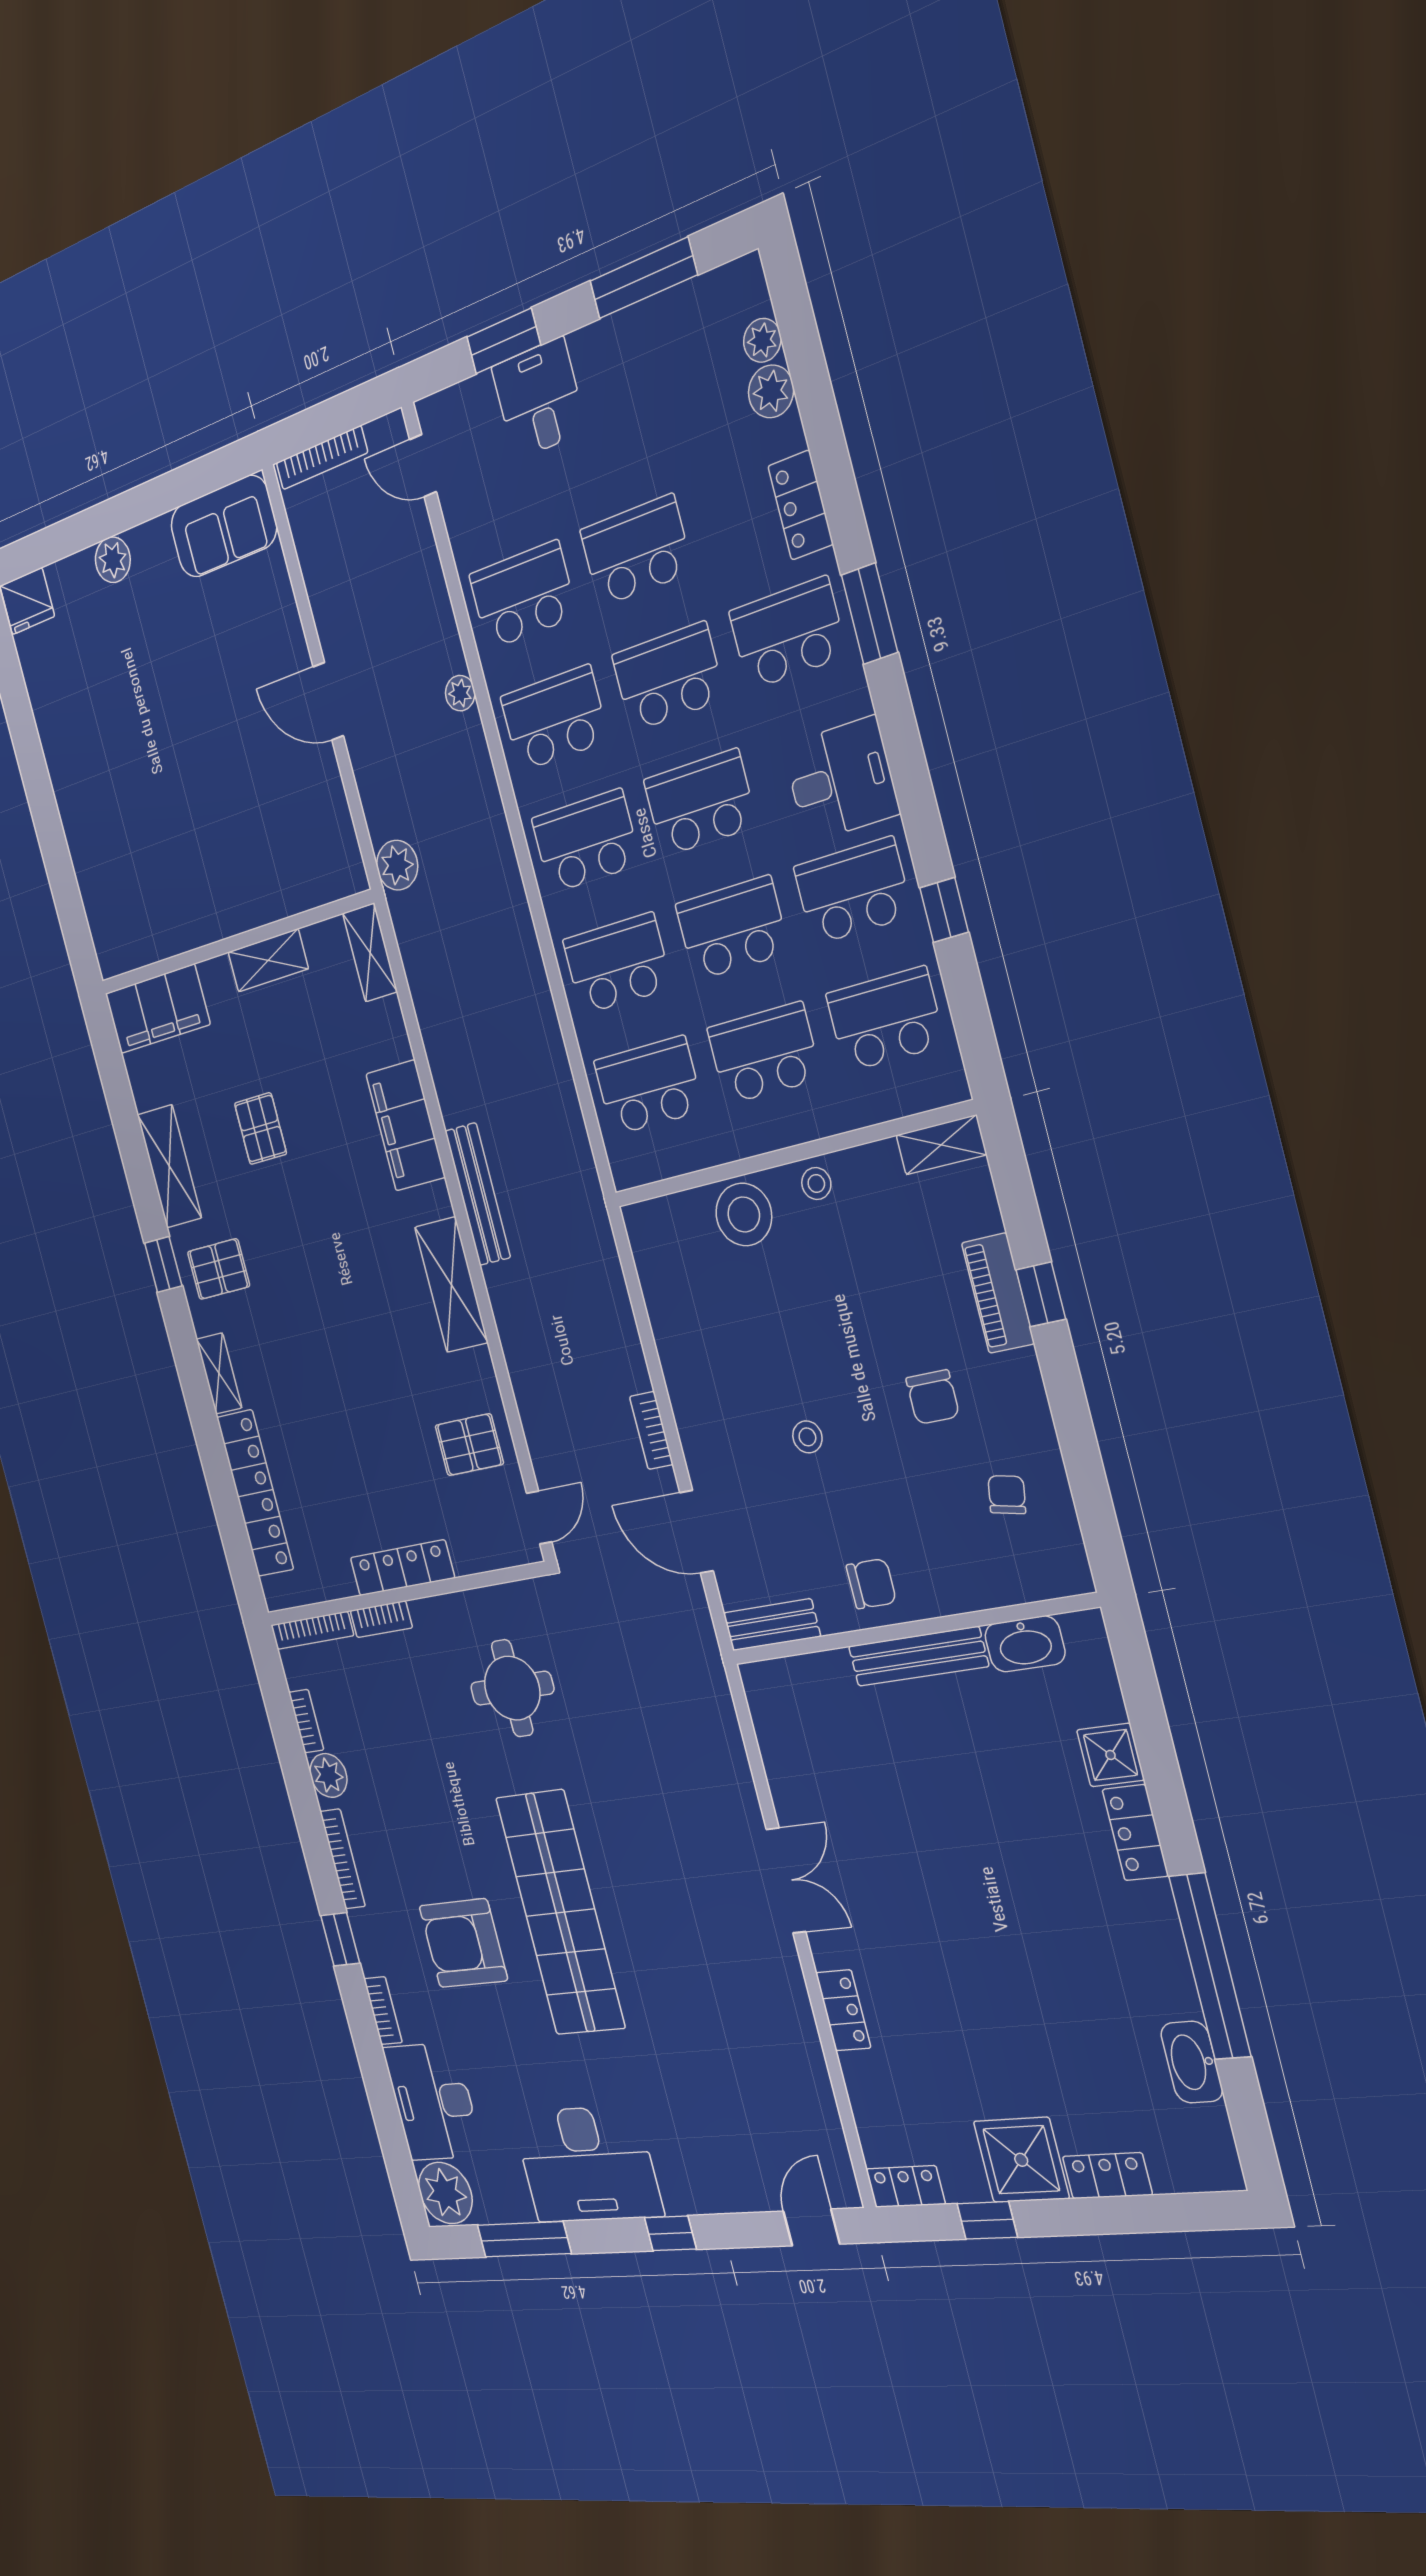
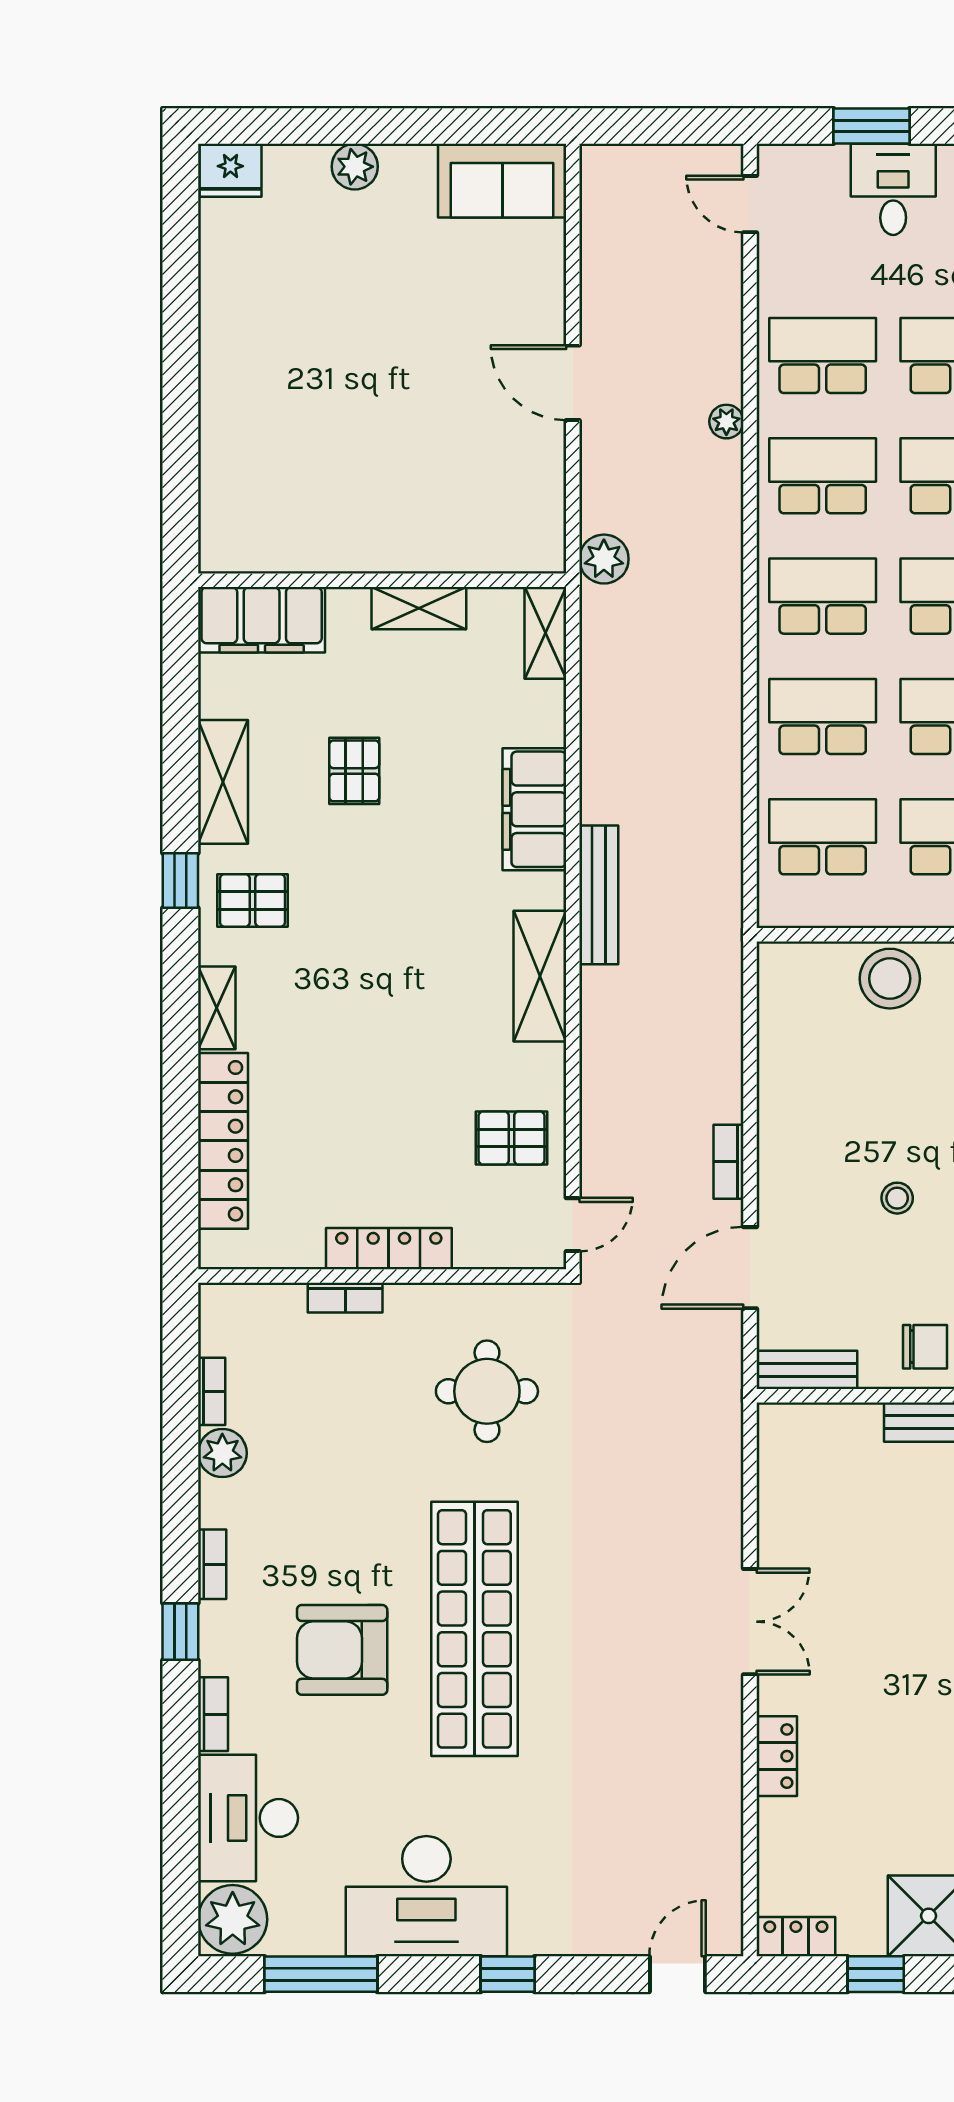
bookcase: (322, 458) -> (638, 158), removed
door: (697, 1532) -> (750, 1268), hinge flipped
bookcase: (312, 1630) -> (251, 1296), removed
bookcase: (343, 1859) -> (212, 1564), width x0.64

